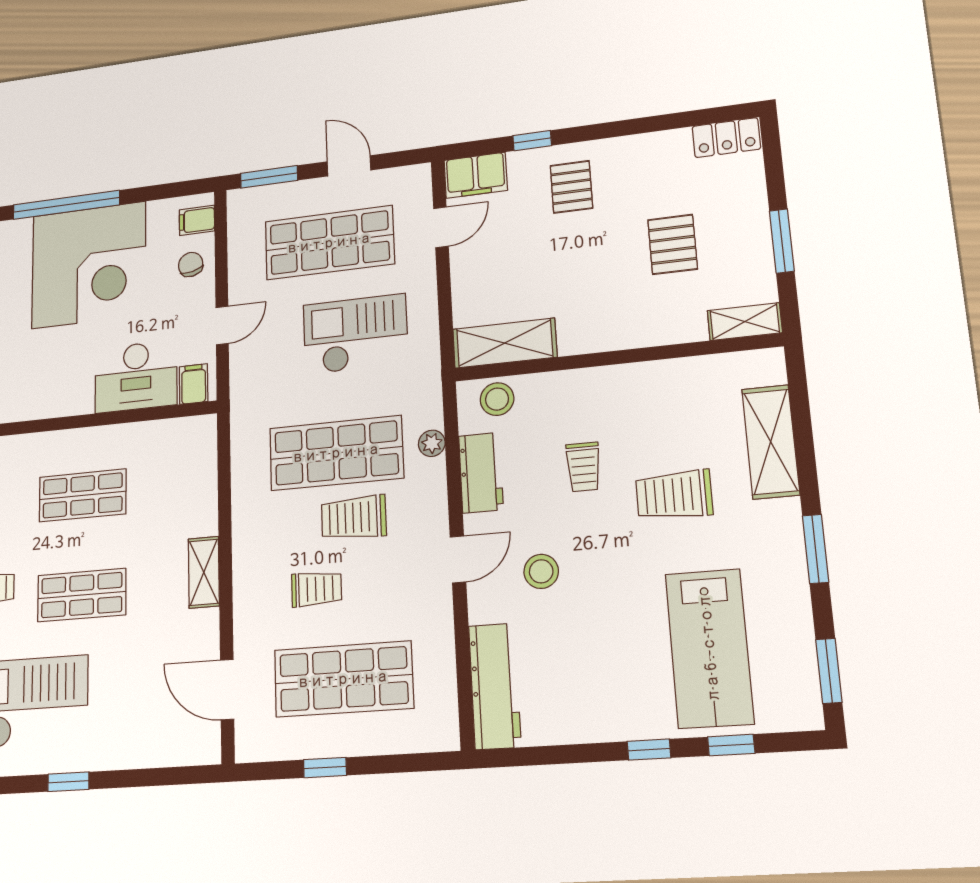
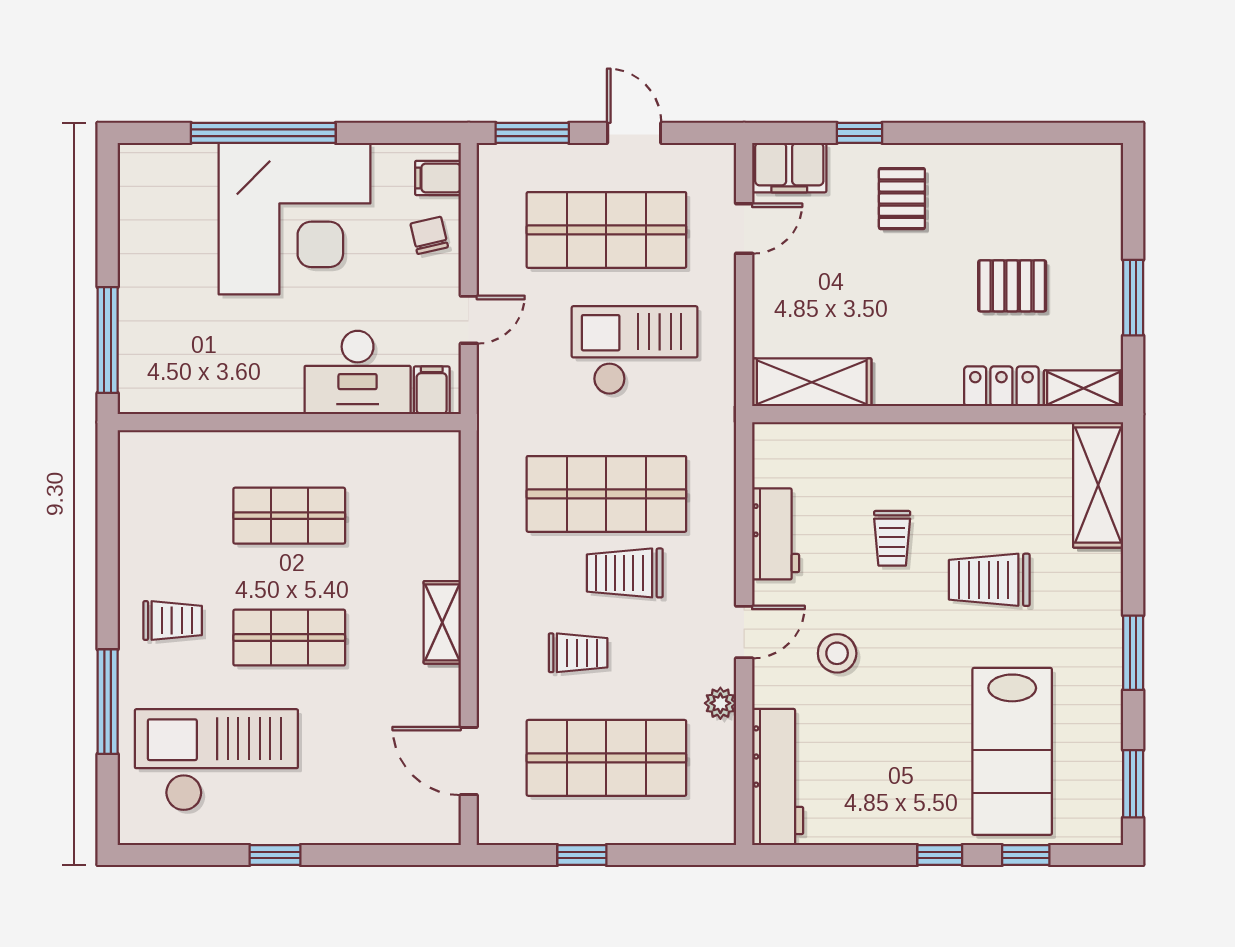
locker: (726, 138) -> (1001, 386), moved, turned 180
pallet: (673, 244) -> (1012, 286), turned 90
stool: (497, 399) -> (799, 449), removed
shelving: (771, 442) -> (1098, 485), moved
plant: (432, 443) -> (720, 703), moved

